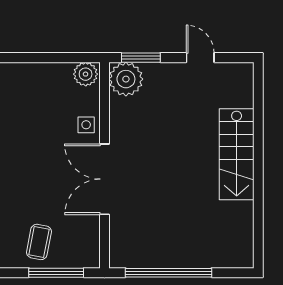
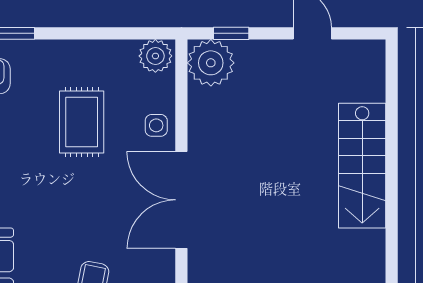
window: (141, 58) -> (231, 33), width x0.67
rug: (32, 122) -> (82, 122), added

